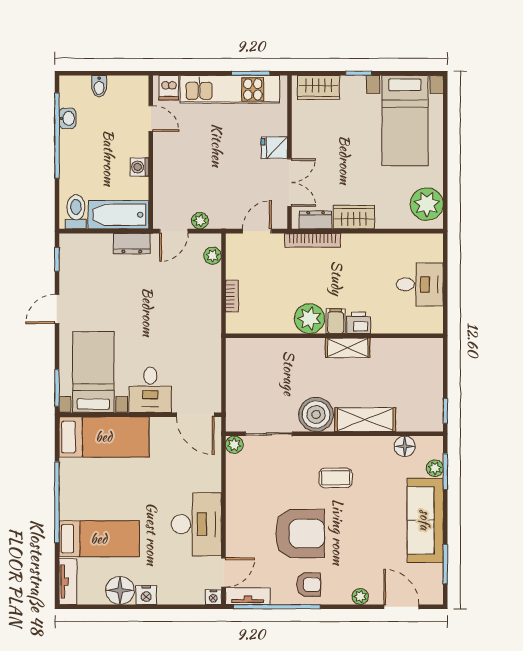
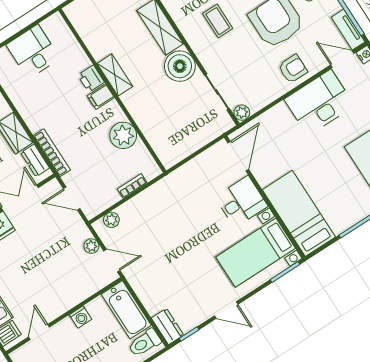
dresser: (132, 243) -> (168, 327), moved
plant: (310, 319) -> (123, 135), moved
armchair: (245, 520) -> (293, 69), added

